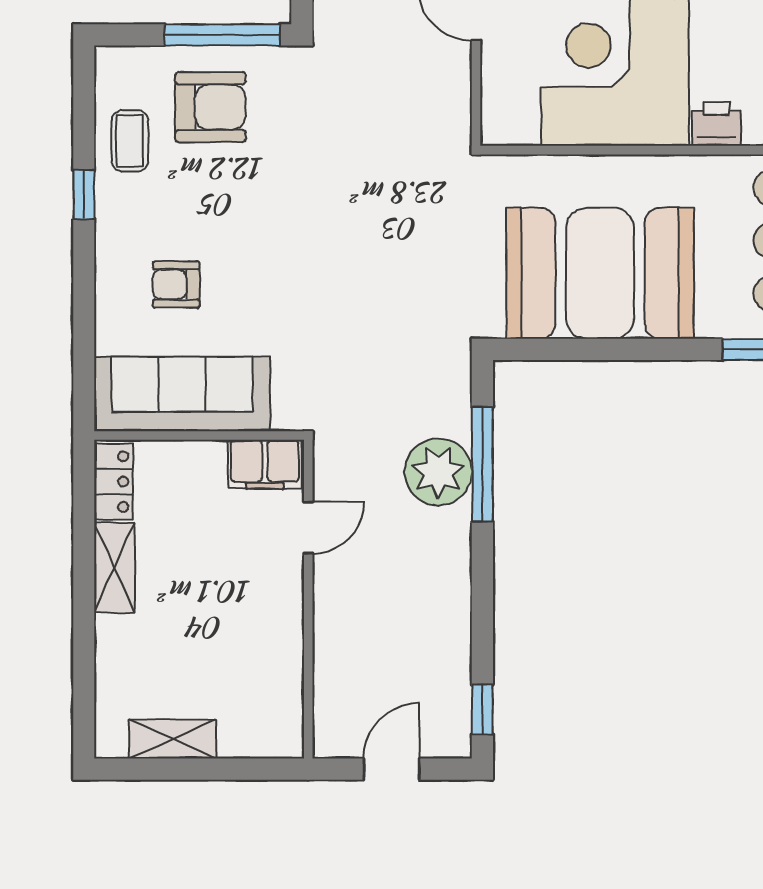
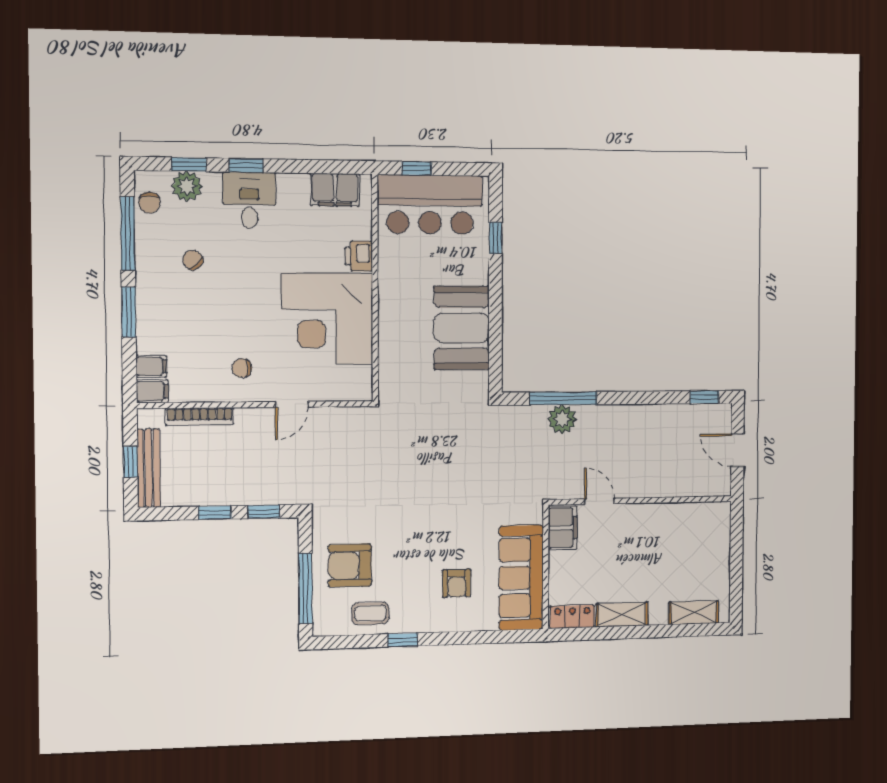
window: (222, 35) -> (305, 588), moved
armchair: (211, 107) -> (350, 565), turned -90
booth: (600, 273) -> (462, 328), width x0.73, depth x0.70
plant: (438, 472) -> (562, 419), width x0.73, depth x0.73
shelving: (173, 739) -> (694, 613), moved, turned 90

